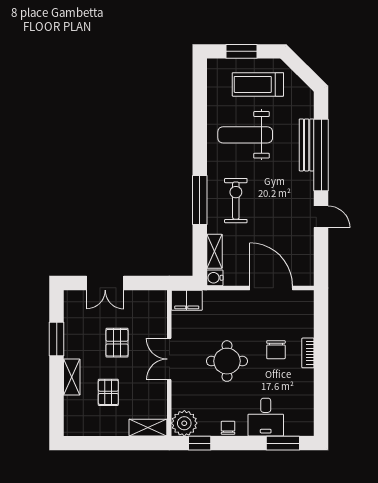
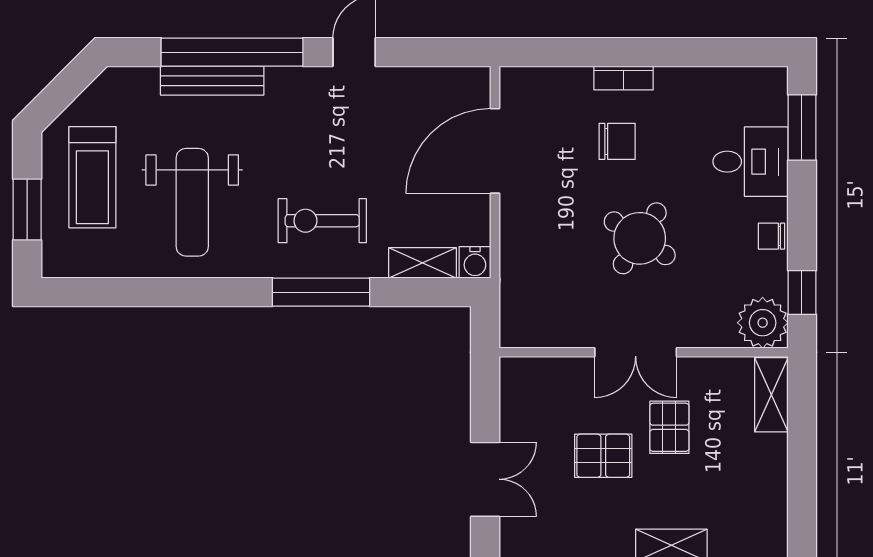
filing cabinet: (187, 300) -> (519, 318), removed
round table: (227, 361) -> (640, 238), turned 33
pallet: (108, 392) -> (669, 427), moved, turned 90

